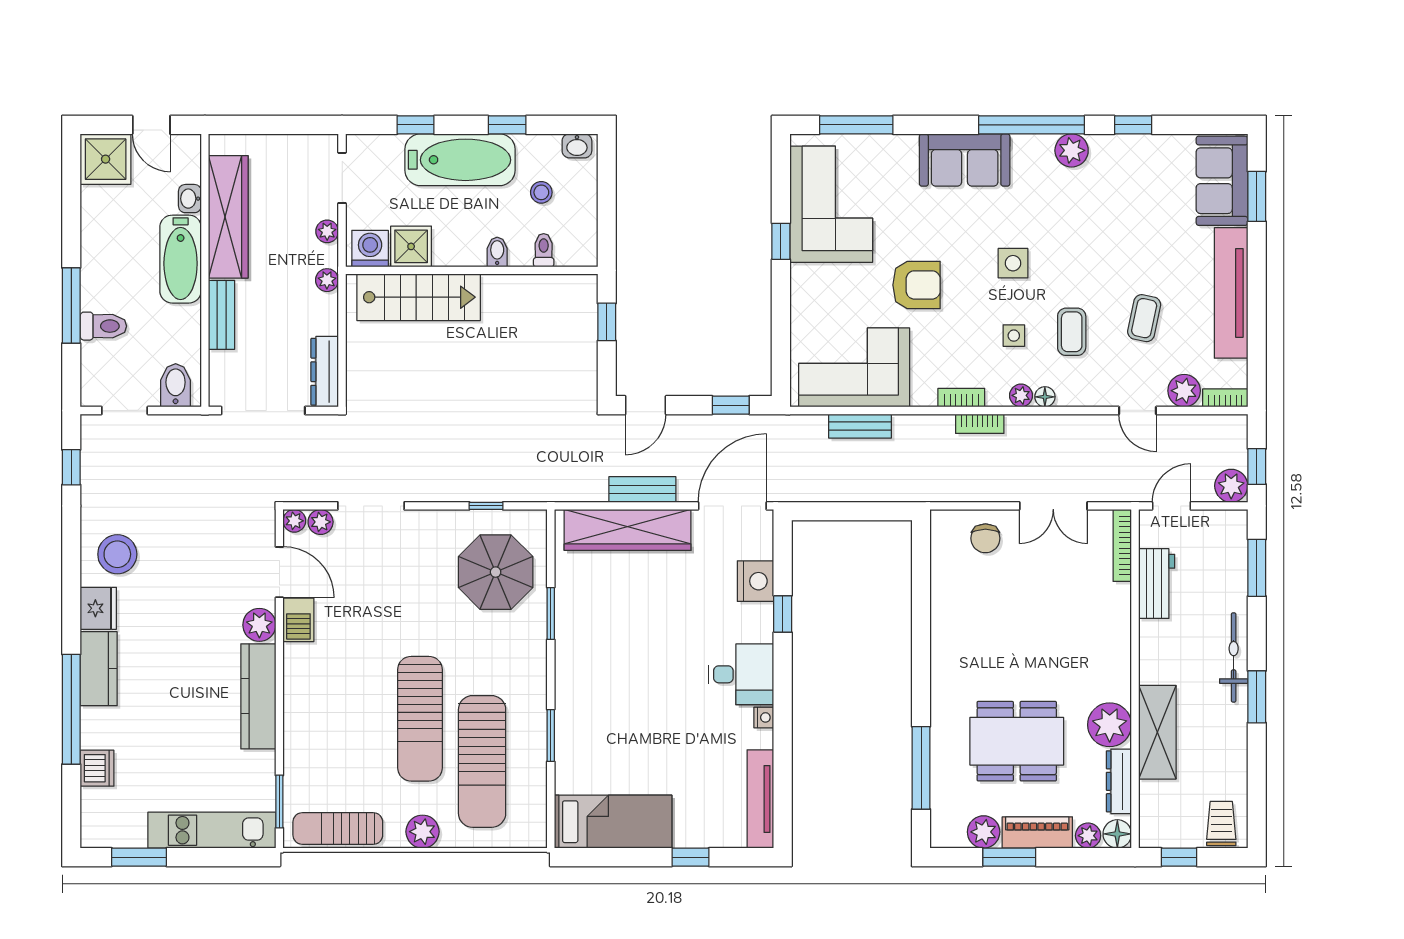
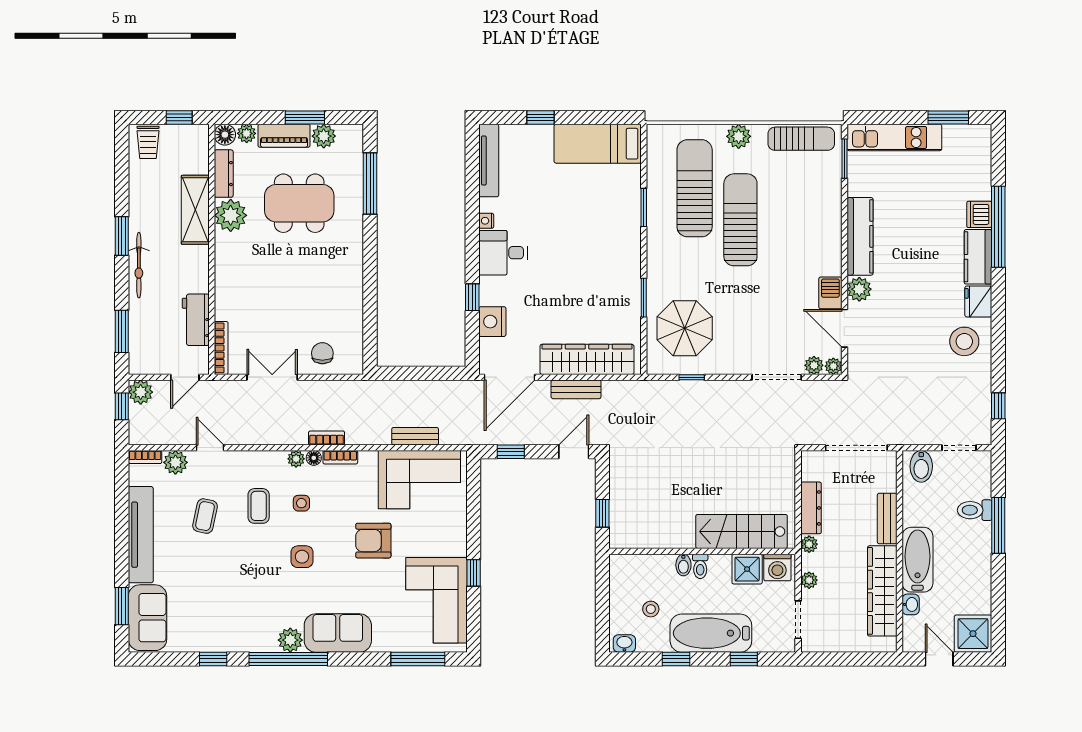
plant: (1072, 150) -> (290, 640), moved
toilet: (544, 250) -> (700, 566), moved
dresser: (325, 372) -> (811, 508), moved
floor lamp: (1045, 397) -> (314, 458), moved
dishwasher: (97, 768) -> (979, 214), moved

